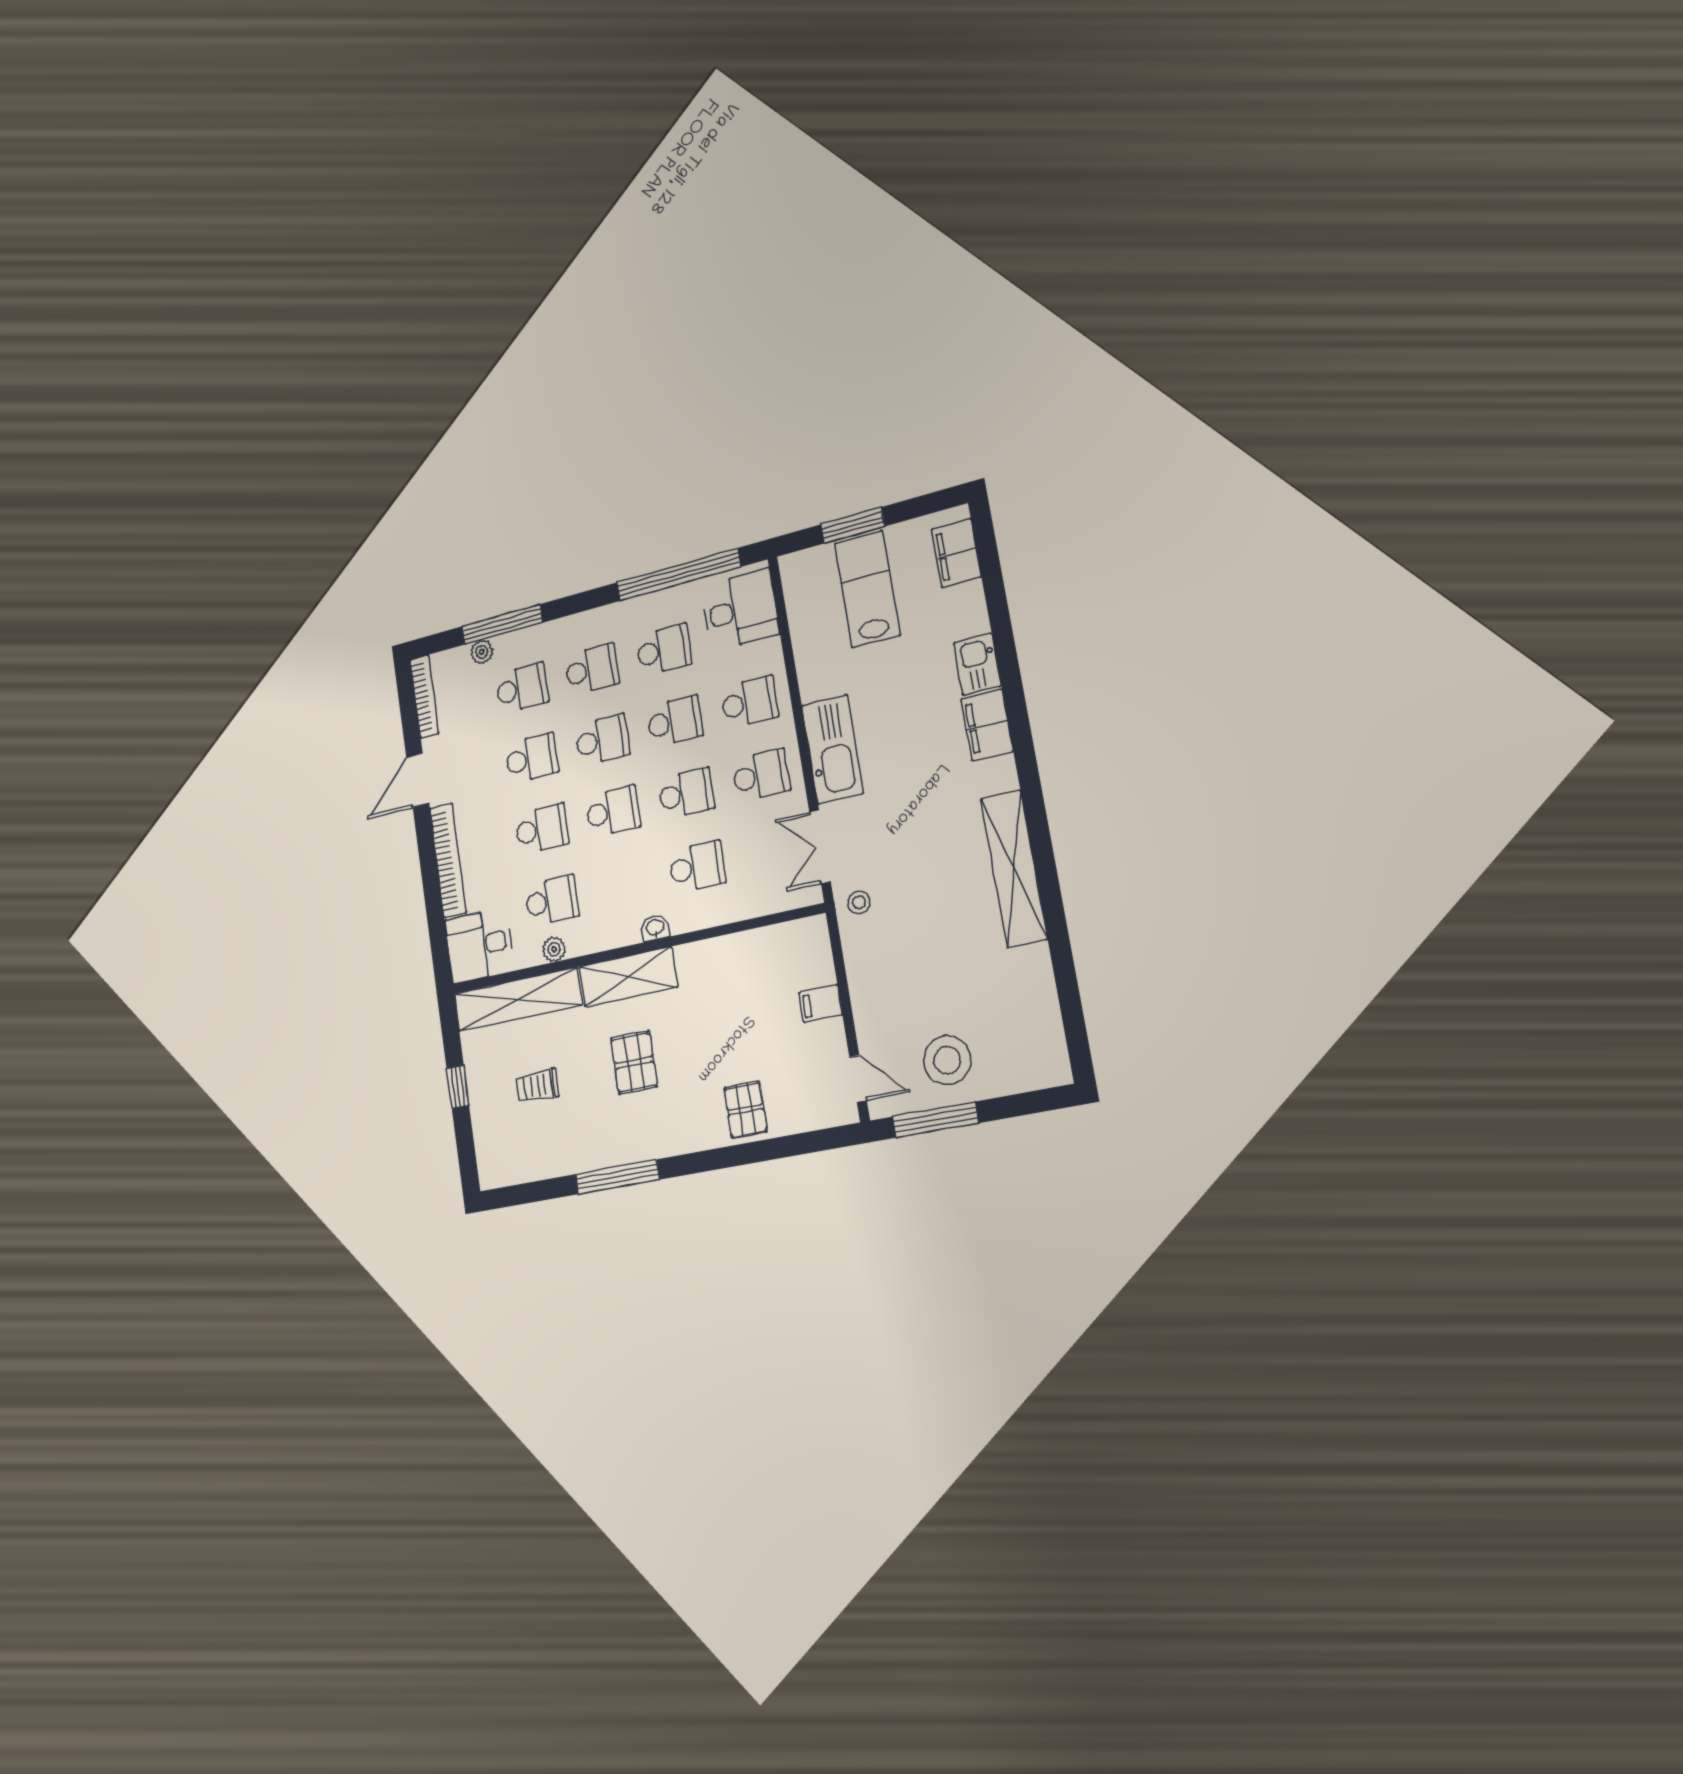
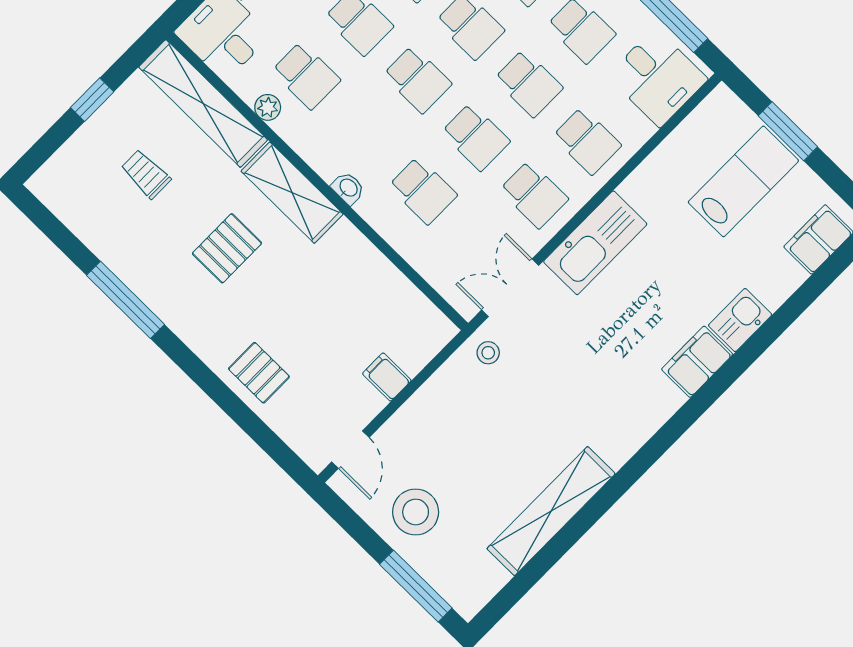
shelving: (1014, 869) -> (551, 511), moved
pallet: (745, 1110) -> (259, 373), turned 90
window: (935, 1120) -> (416, 586), moved

